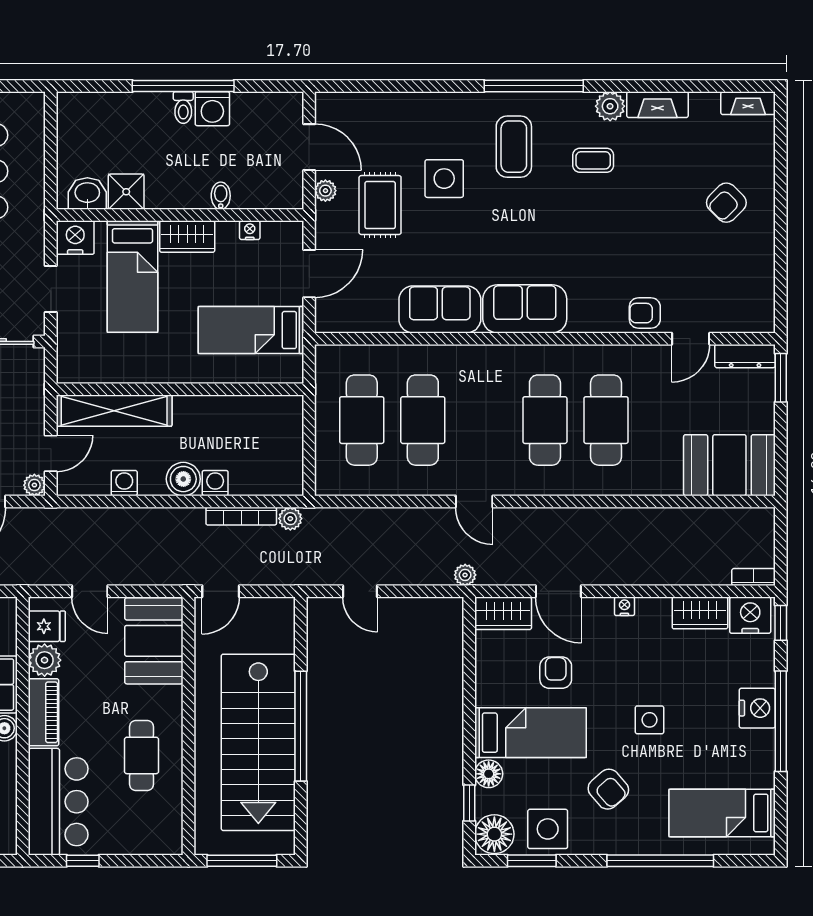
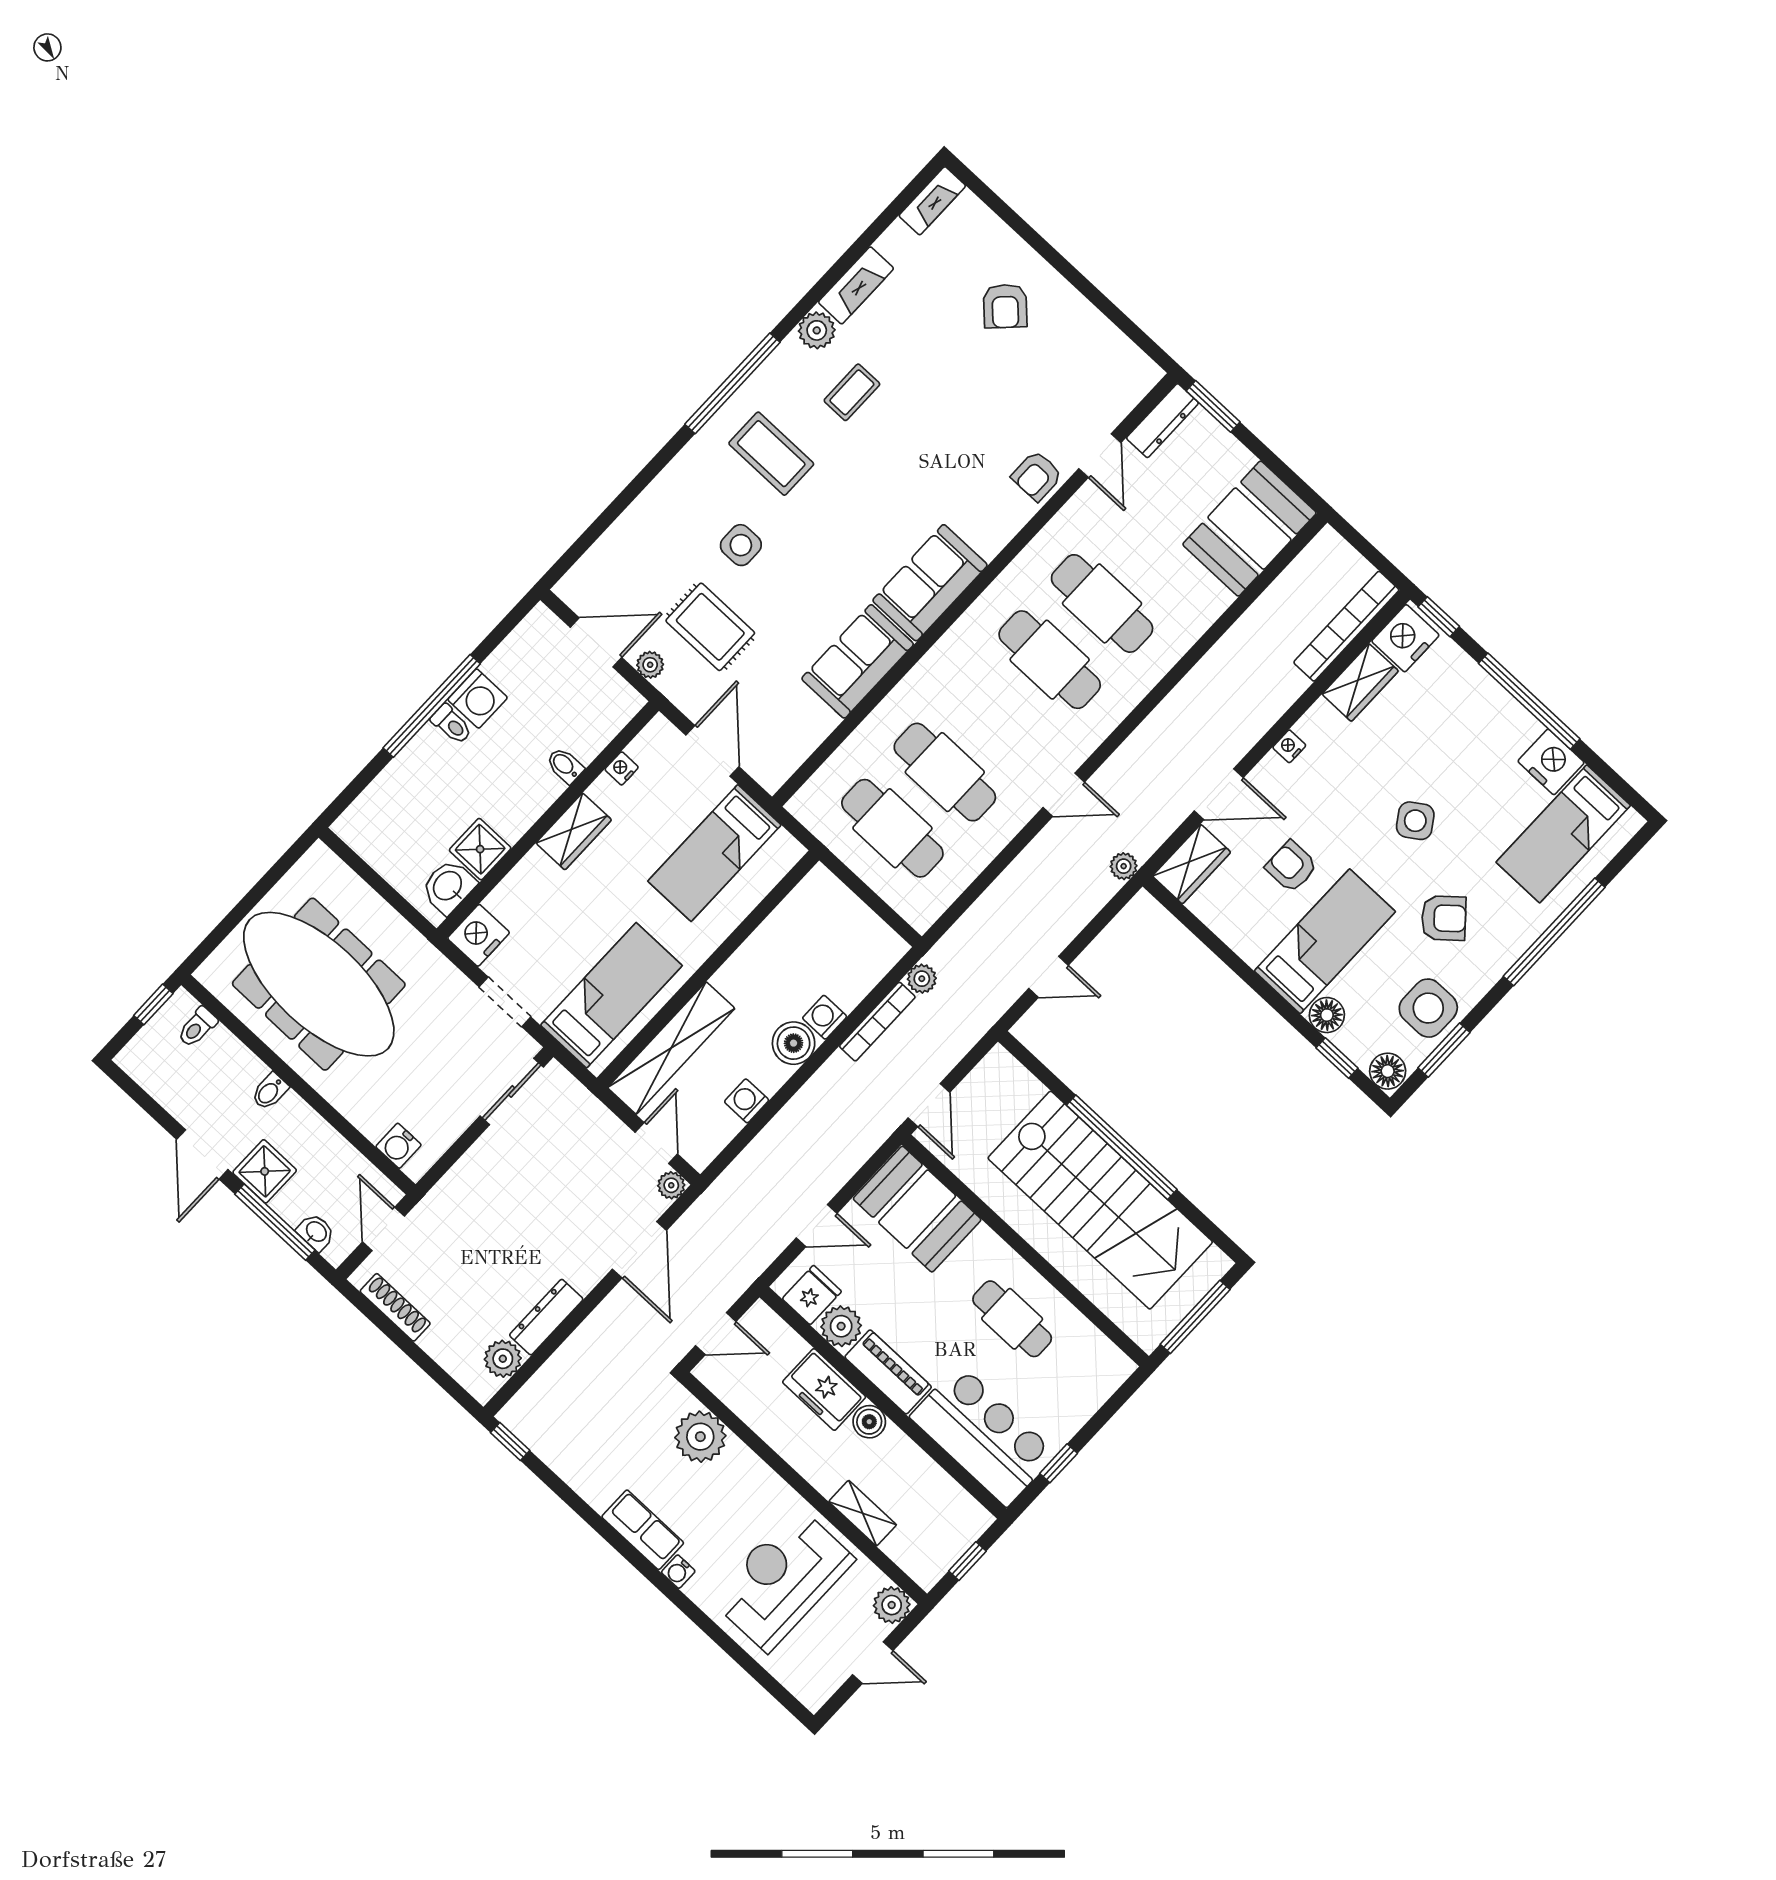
side table: (444, 179) -> (741, 545), width x0.73, depth x0.73
bed: (132, 277) -> (611, 995), moved, turned -90
bookcase: (754, 577) -> (1346, 626), width x2.31, depth x1.31
nightstand: (757, 708) -> (1551, 762), moved
side table: (649, 720) -> (1415, 821), turned -34
floor lamp: (494, 834) -> (1388, 1071), width x0.73, depth x0.73

